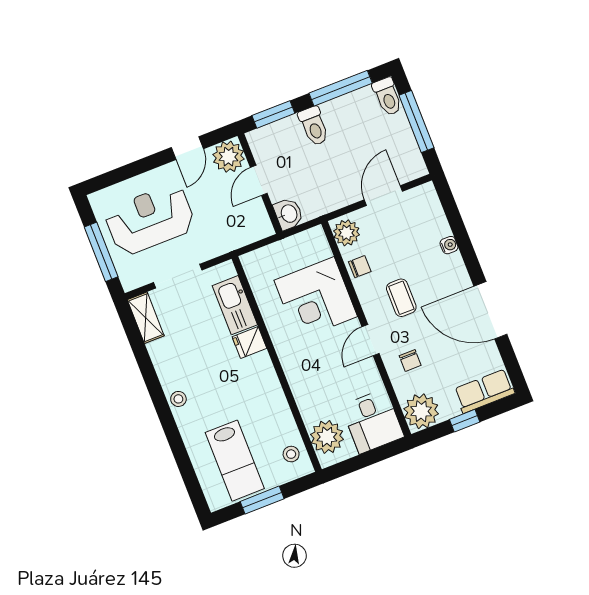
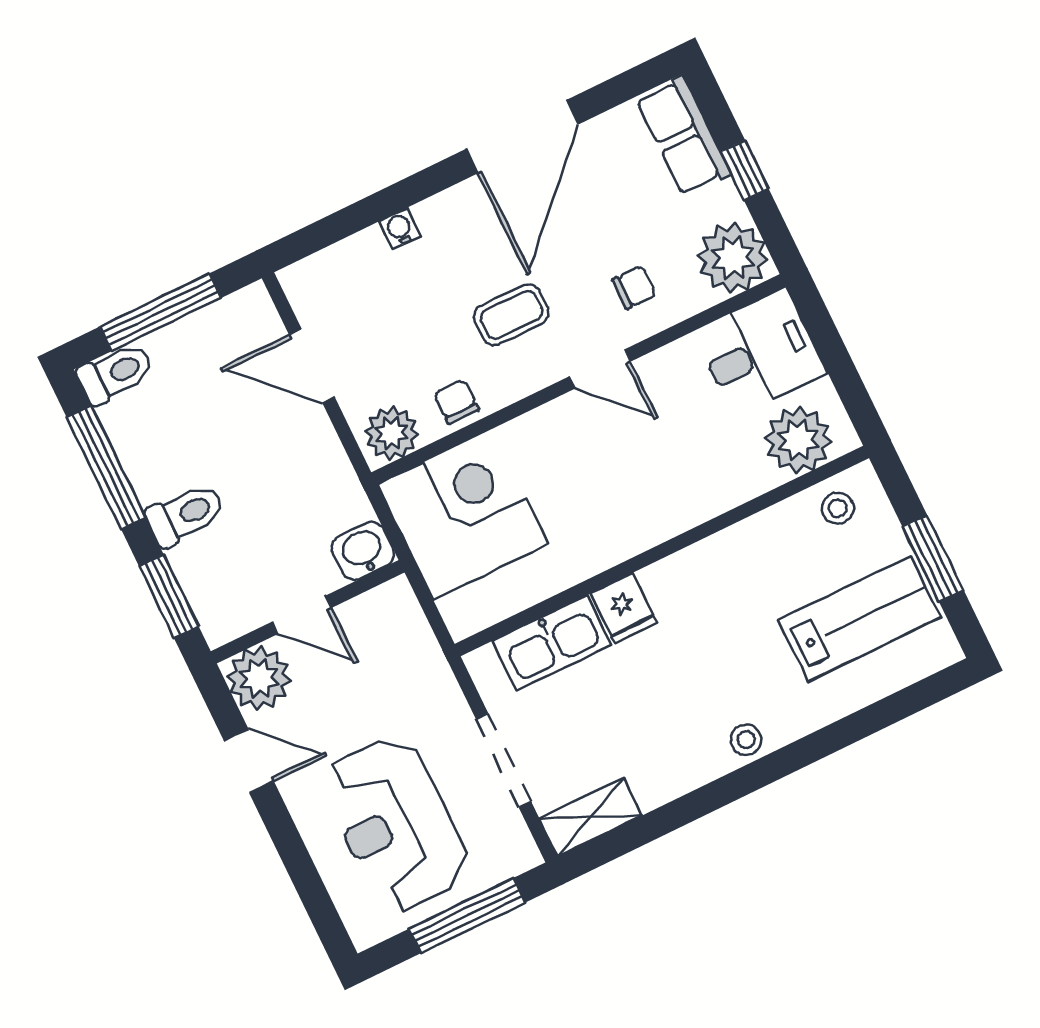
corner desk: (316, 298) -> (463, 514), moved, turned -90

